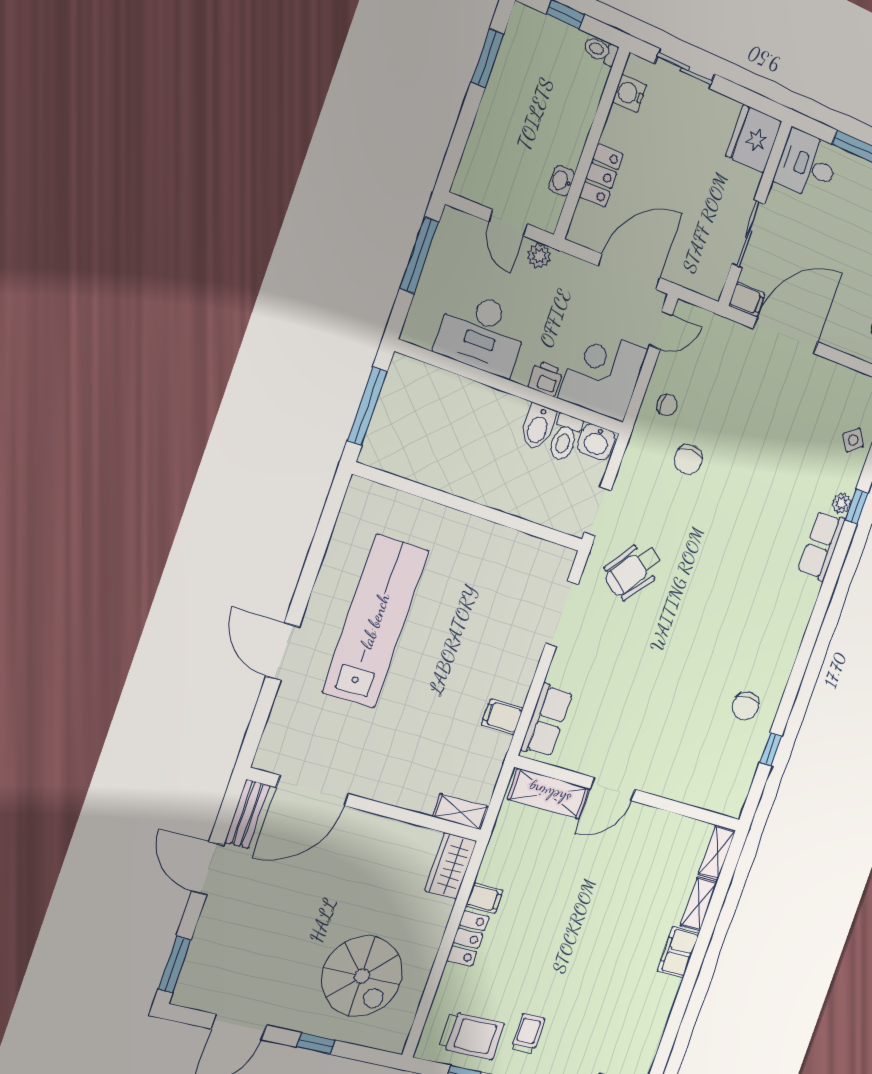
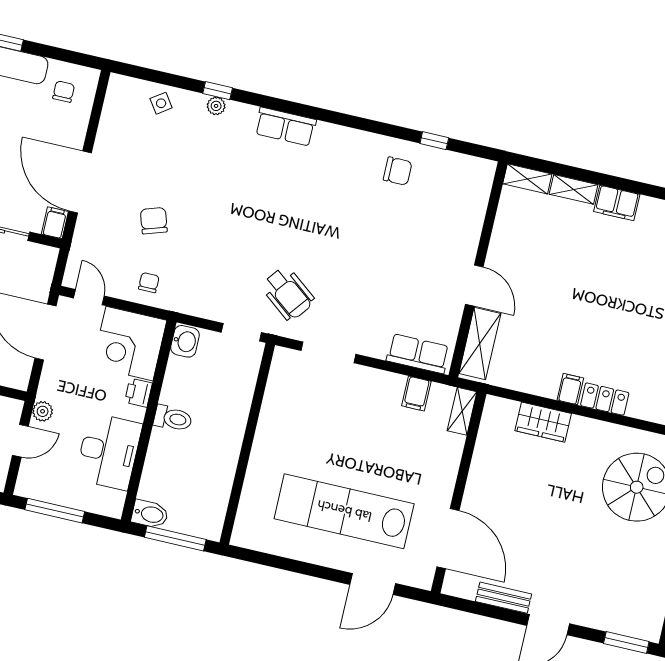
bidet: (538, 427) -> (150, 514), moved
toilet: (565, 438) -> (173, 418), moved
chair: (688, 459) -> (154, 221), moved, turned -108
row of seats: (821, 546) -> (285, 127), moved
door: (313, 791) -> (448, 539), moved
wall: (366, 805) -> (459, 493), moved
shelving: (461, 812) -> (462, 411), moved

